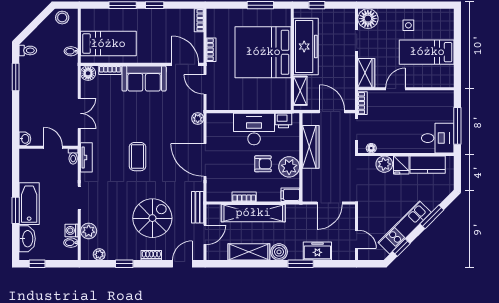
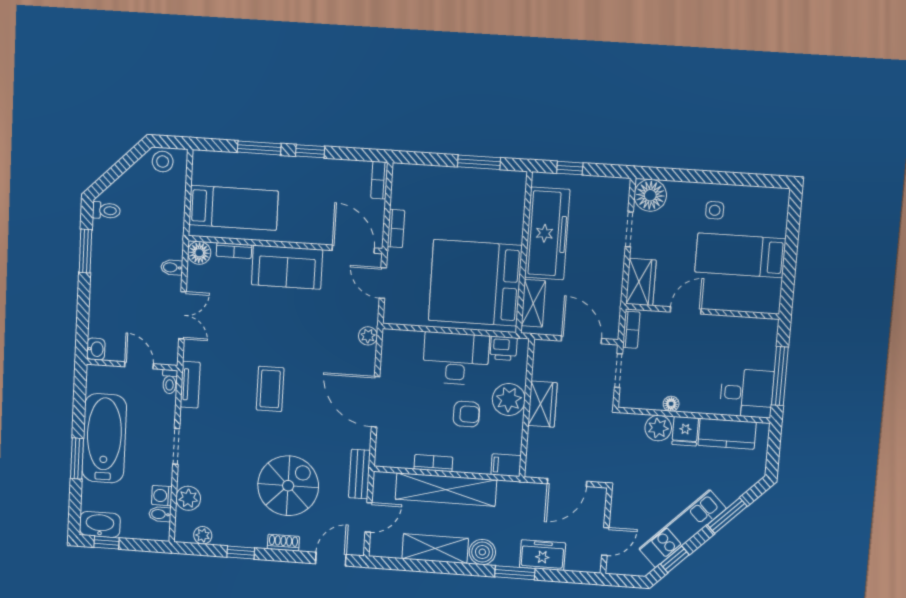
bidet: (71, 51) -> (172, 267), moved
bed: (263, 52) -> (475, 283), moved
wardrobe: (311, 147) -> (543, 404), width x0.67
floor lamp: (371, 148) -> (671, 404), moved
plant: (289, 167) -> (509, 400), moved
bathtub: (29, 204) -> (104, 438), width x1.36, depth x1.36
washbasin: (27, 239) -> (100, 524), moved, turned -90
door: (357, 239) -> (605, 541), hinge flipped

